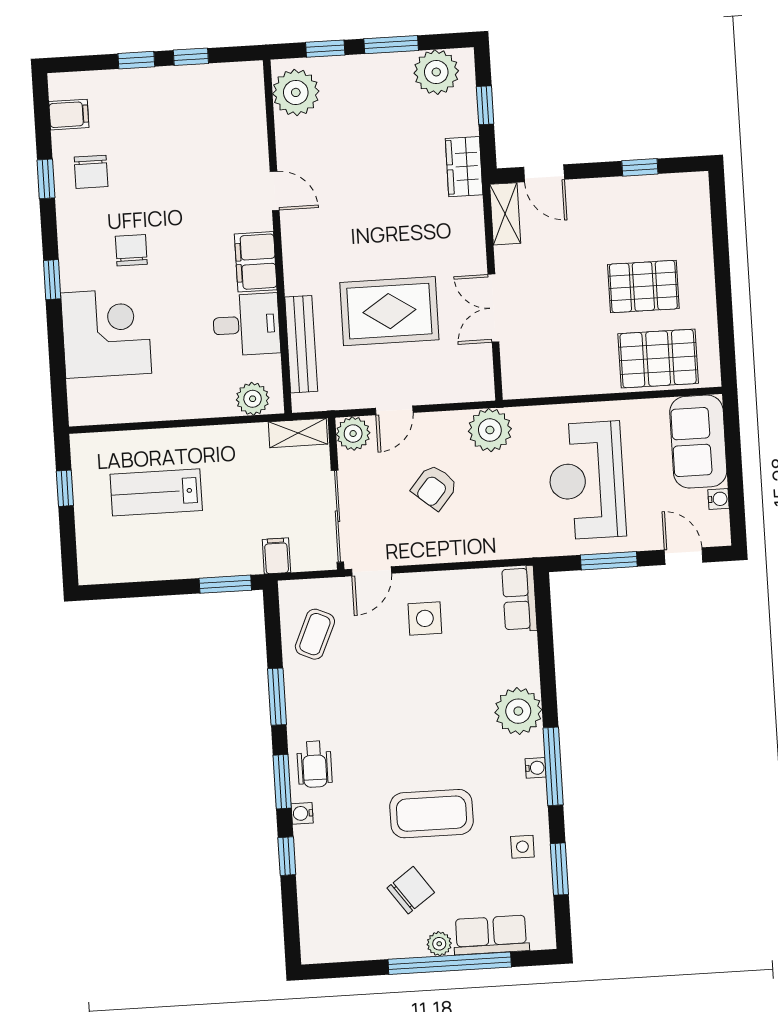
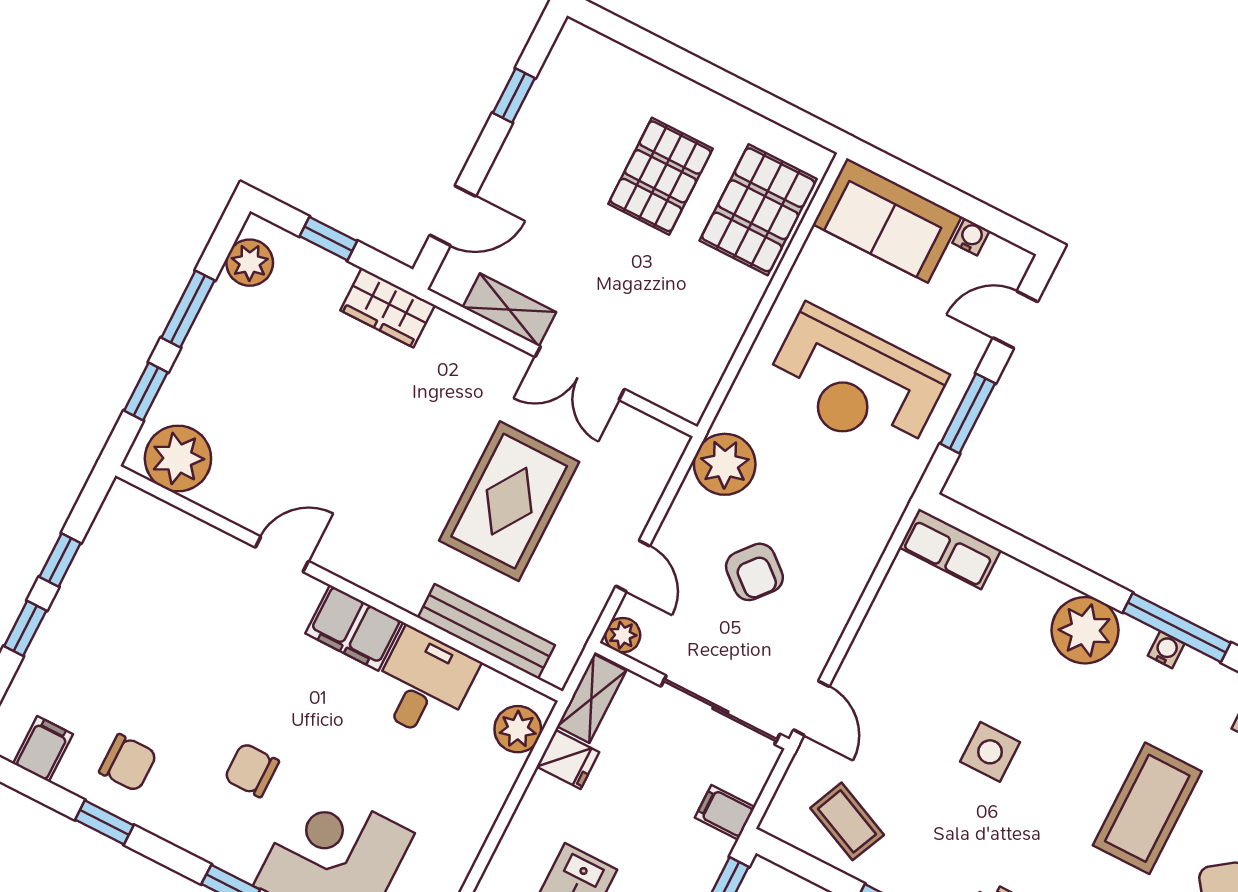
plant: (436, 72) -> (250, 263), width x0.73, depth x0.73
shelving: (505, 214) -> (509, 310), moved
plant: (353, 434) -> (623, 635), width x0.73, depth x0.73
fridge: (252, 440) -> (568, 759), added
side table: (425, 618) -> (990, 752), moved

